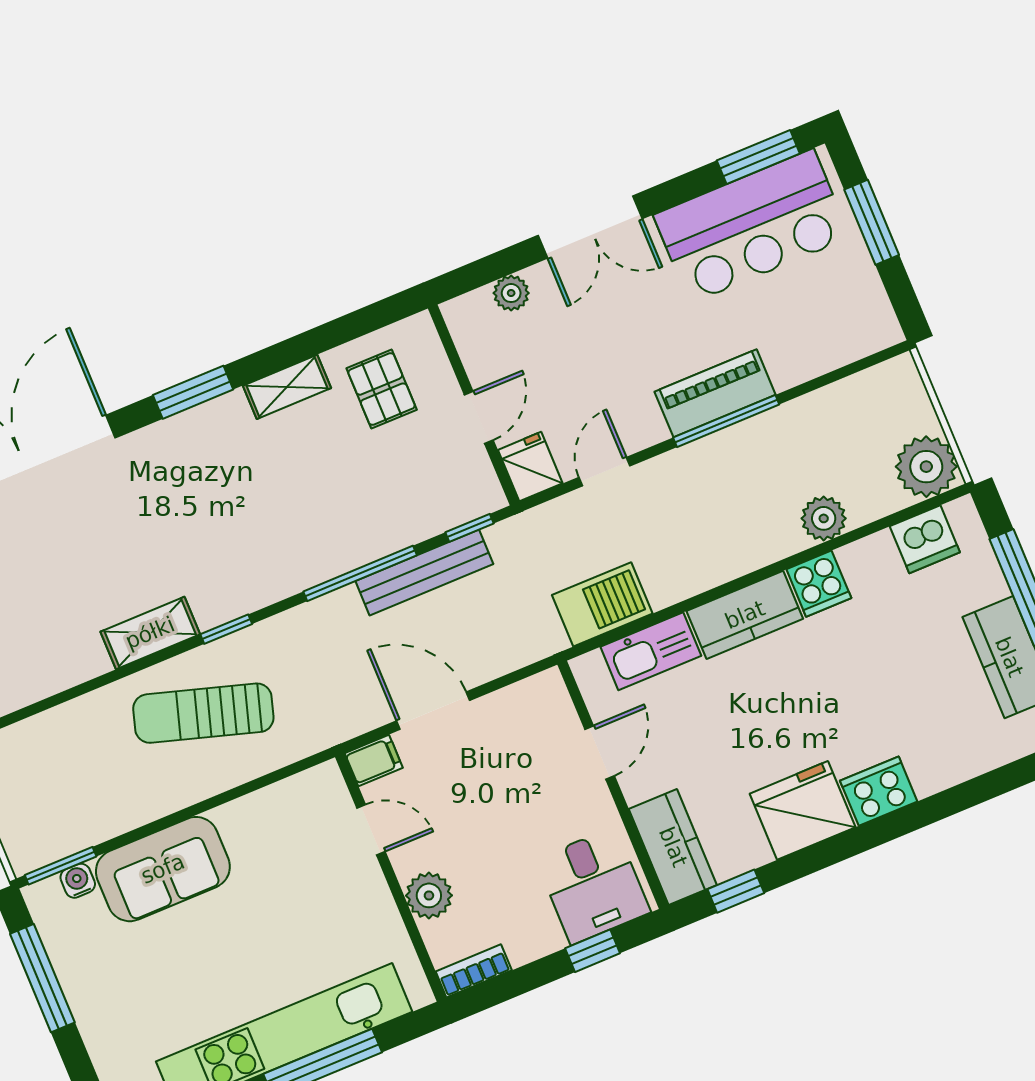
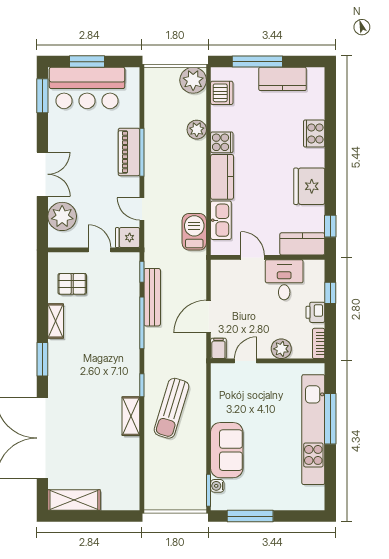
bar counter: (752, 226) -> (87, 88), moved, turned 90
plant: (511, 293) -> (62, 216), width x1.87, depth x1.87
cooker: (879, 791) -> (314, 134), moved
desk: (593, 886) -> (284, 280), moved, turned -90
printer: (538, 936) -> (315, 312), added

